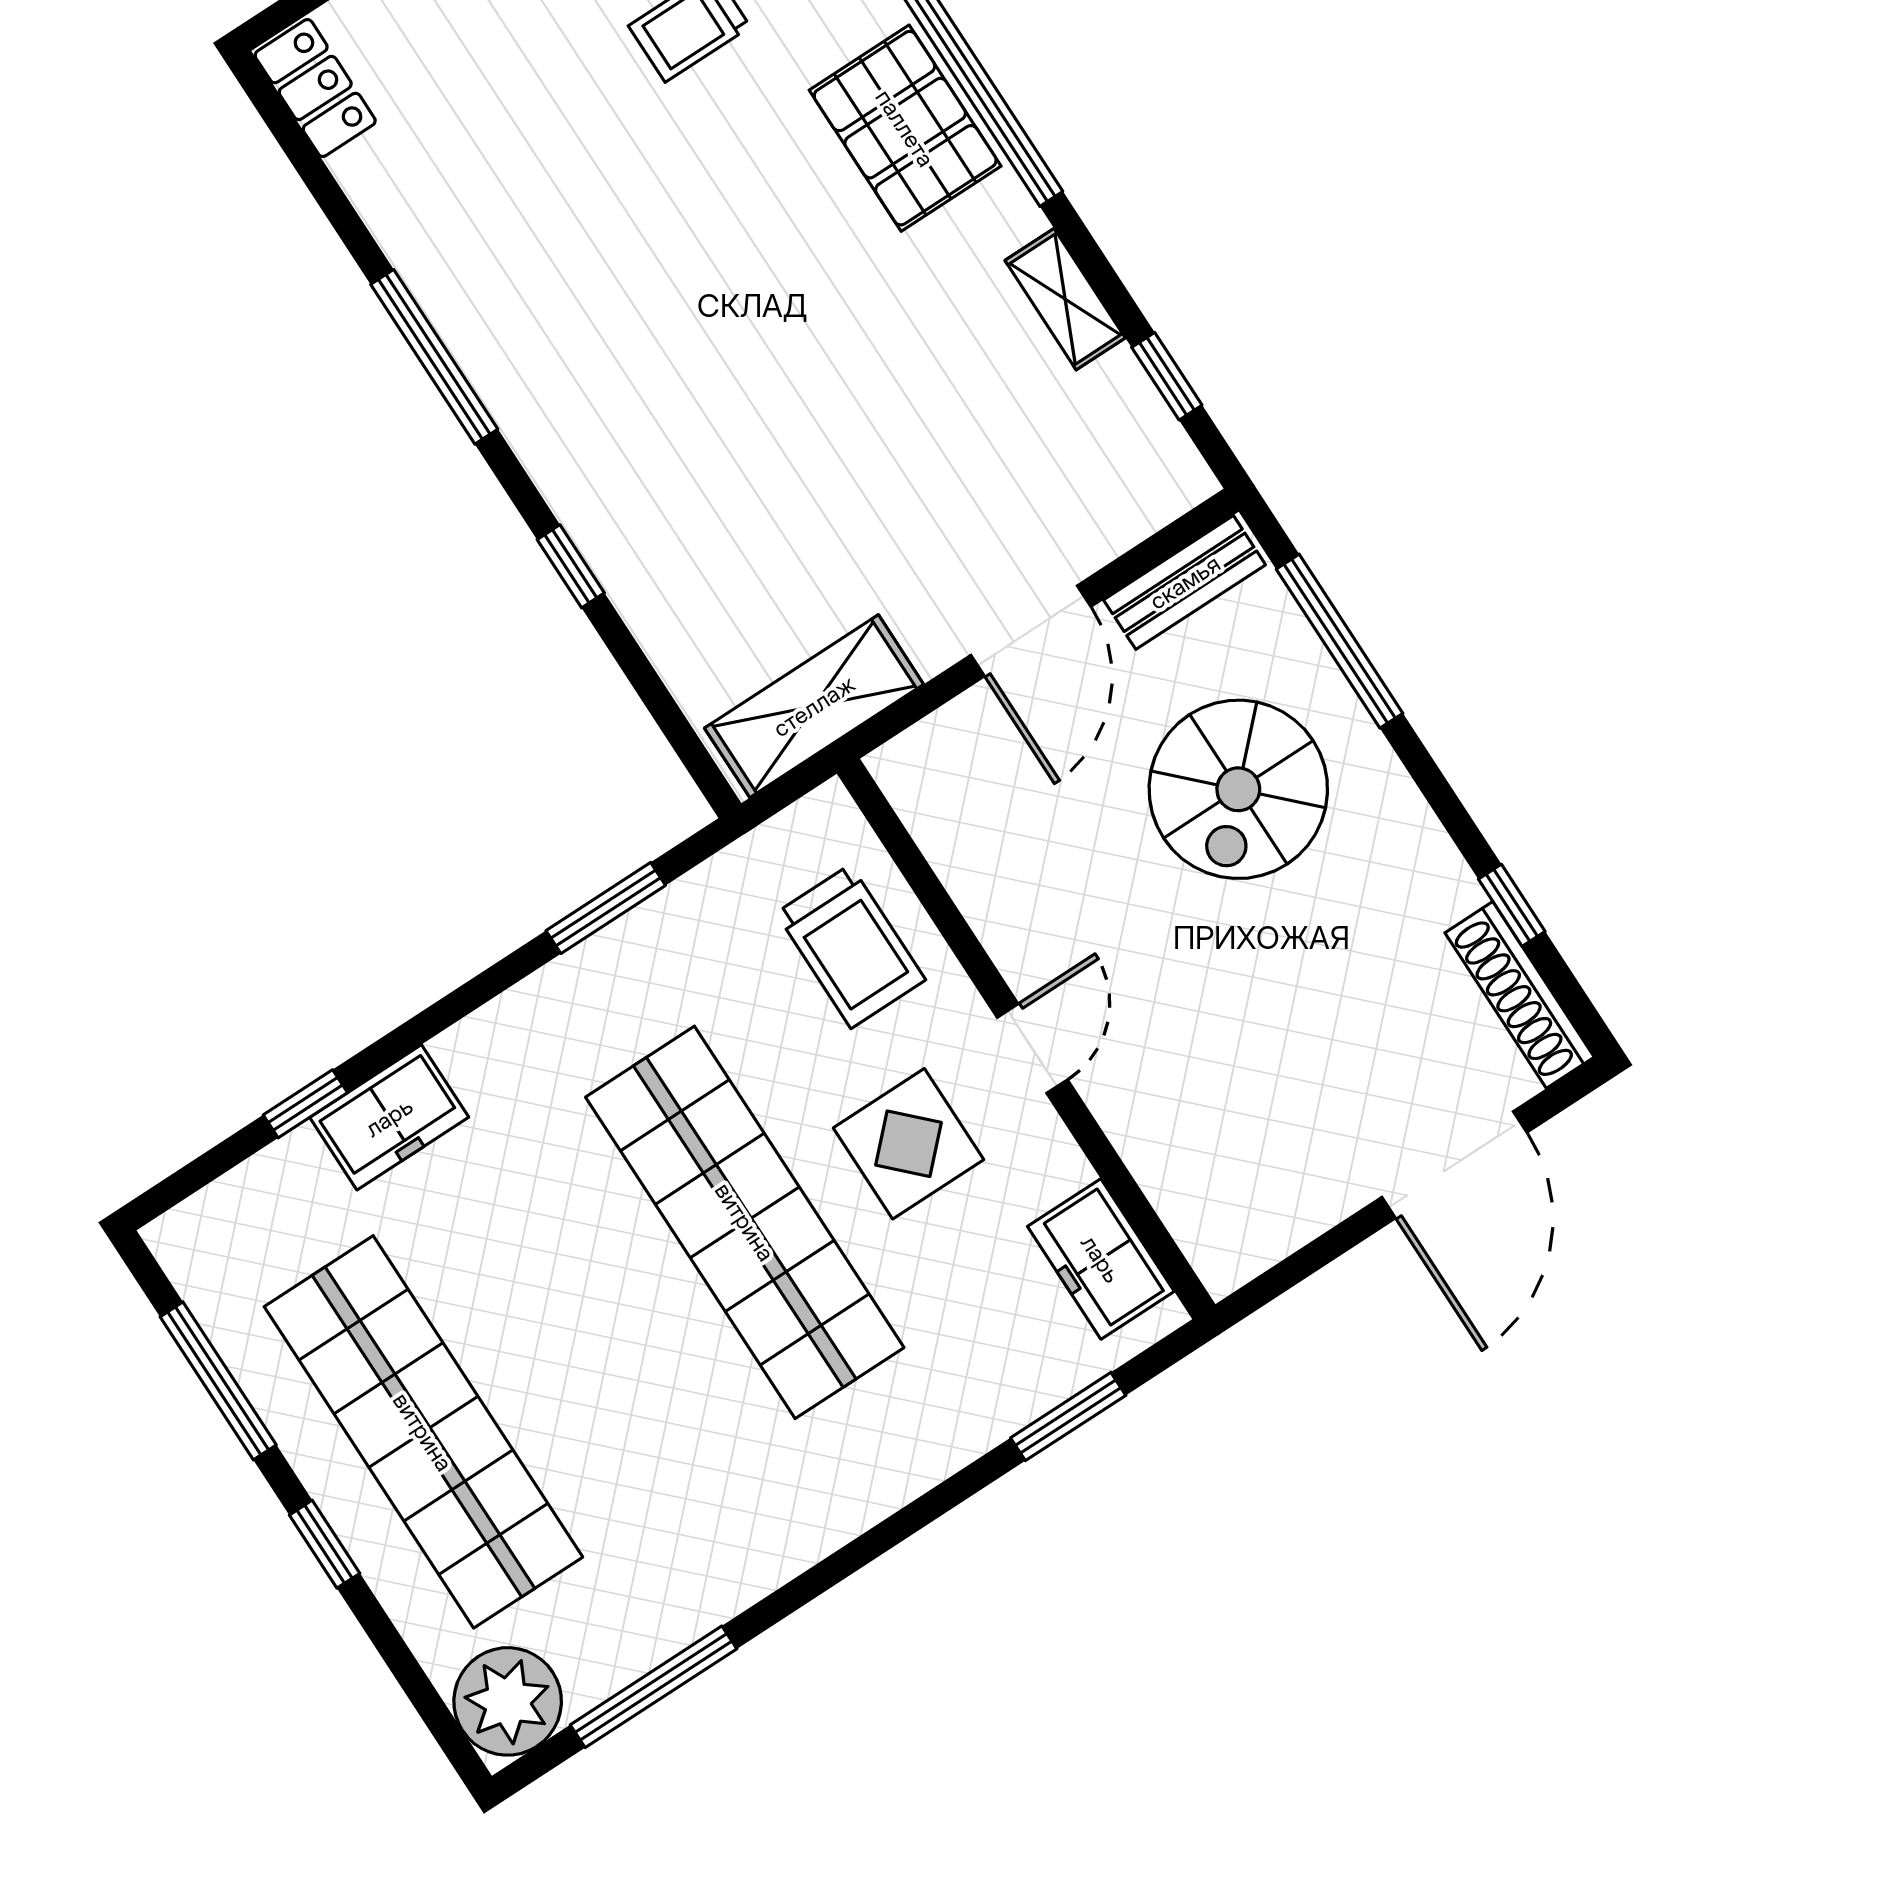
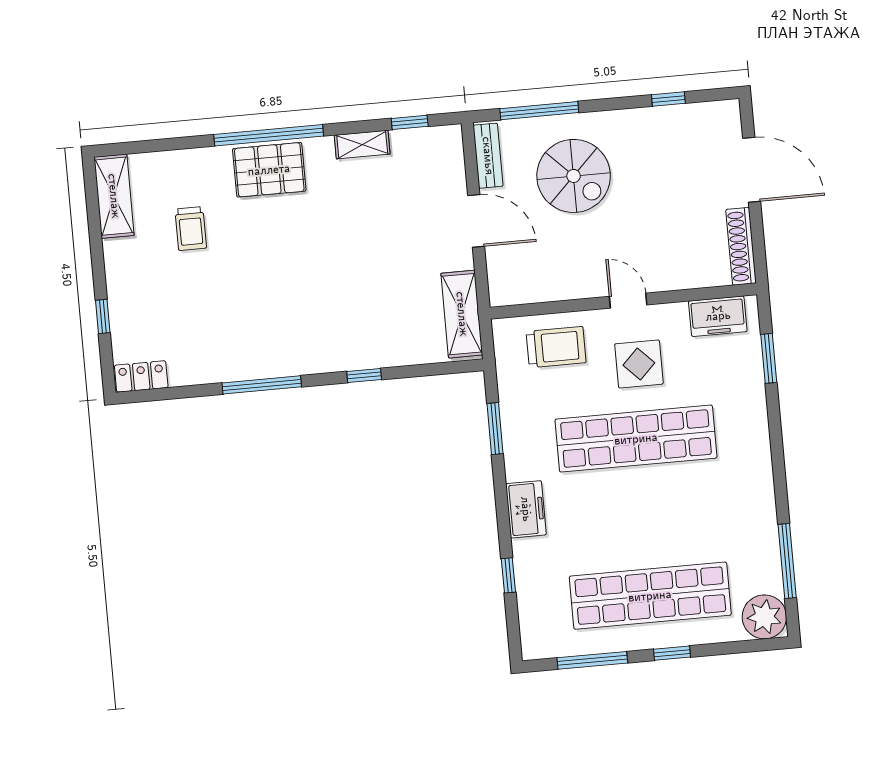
shoe rack: (1520, 995) -> (741, 246), moved, turned 90
freezer: (389, 1117) -> (526, 509), moved

